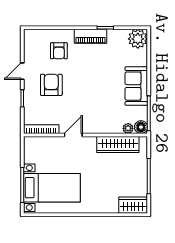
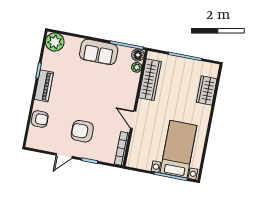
armchair: (59, 51) -> (40, 119), moved
door: (22, 71) -> (64, 156), hinge flipped
wardrobe: (133, 205) -> (207, 91), moved

